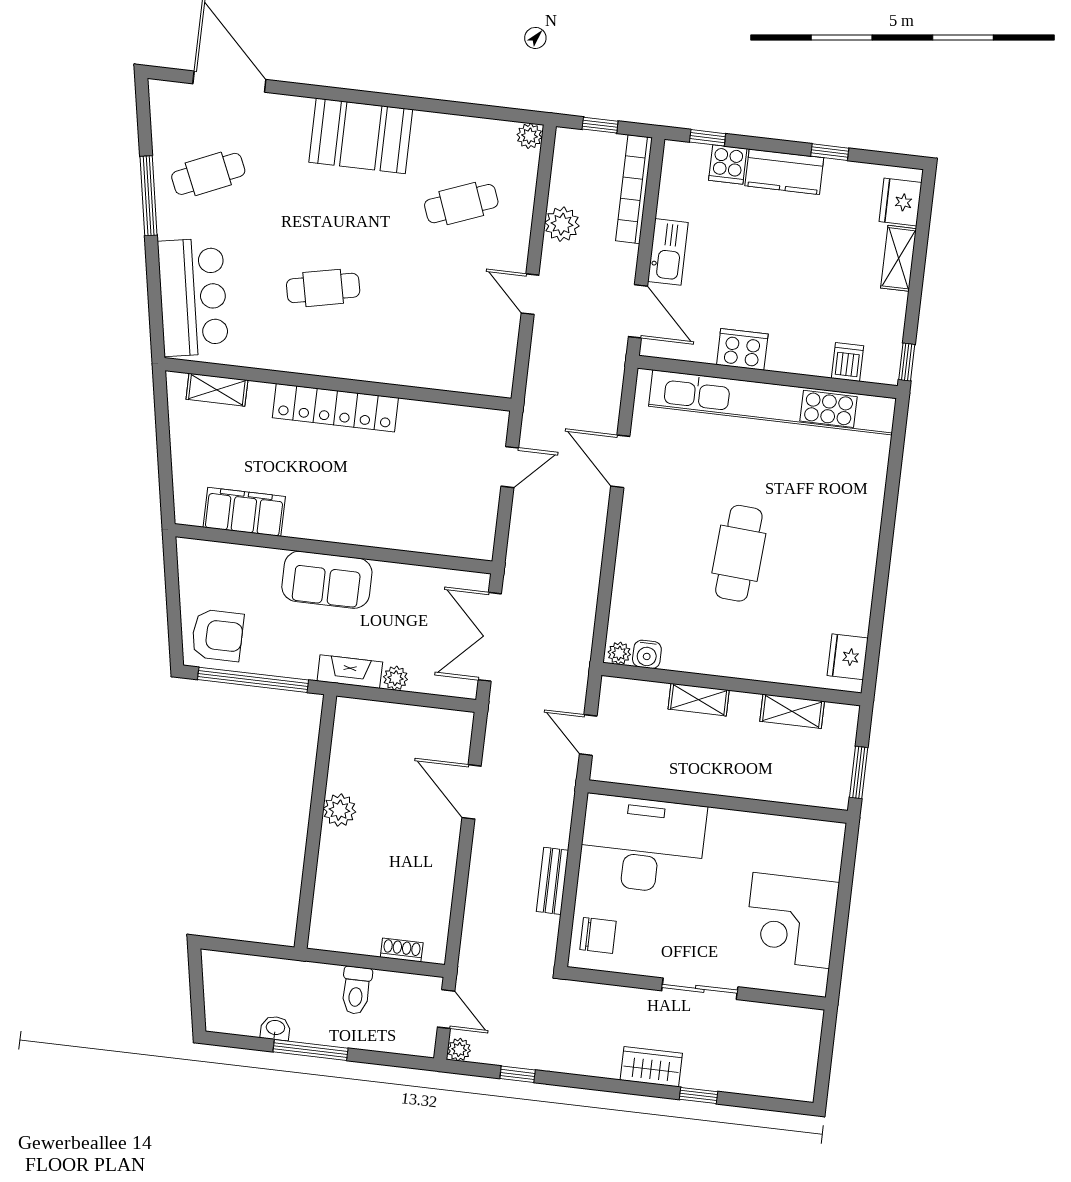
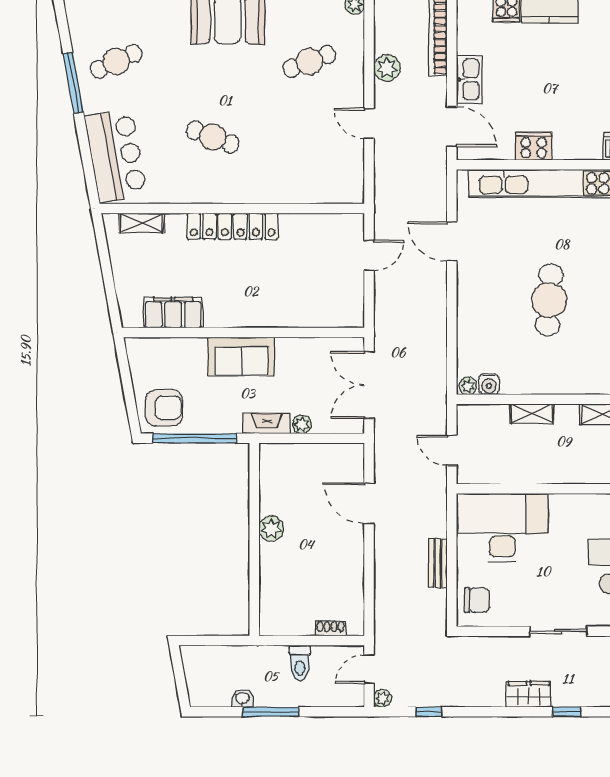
cafe table: (323, 288) -> (213, 137), turned 33
door: (446, 1009) -> (369, 669), swing flipped

